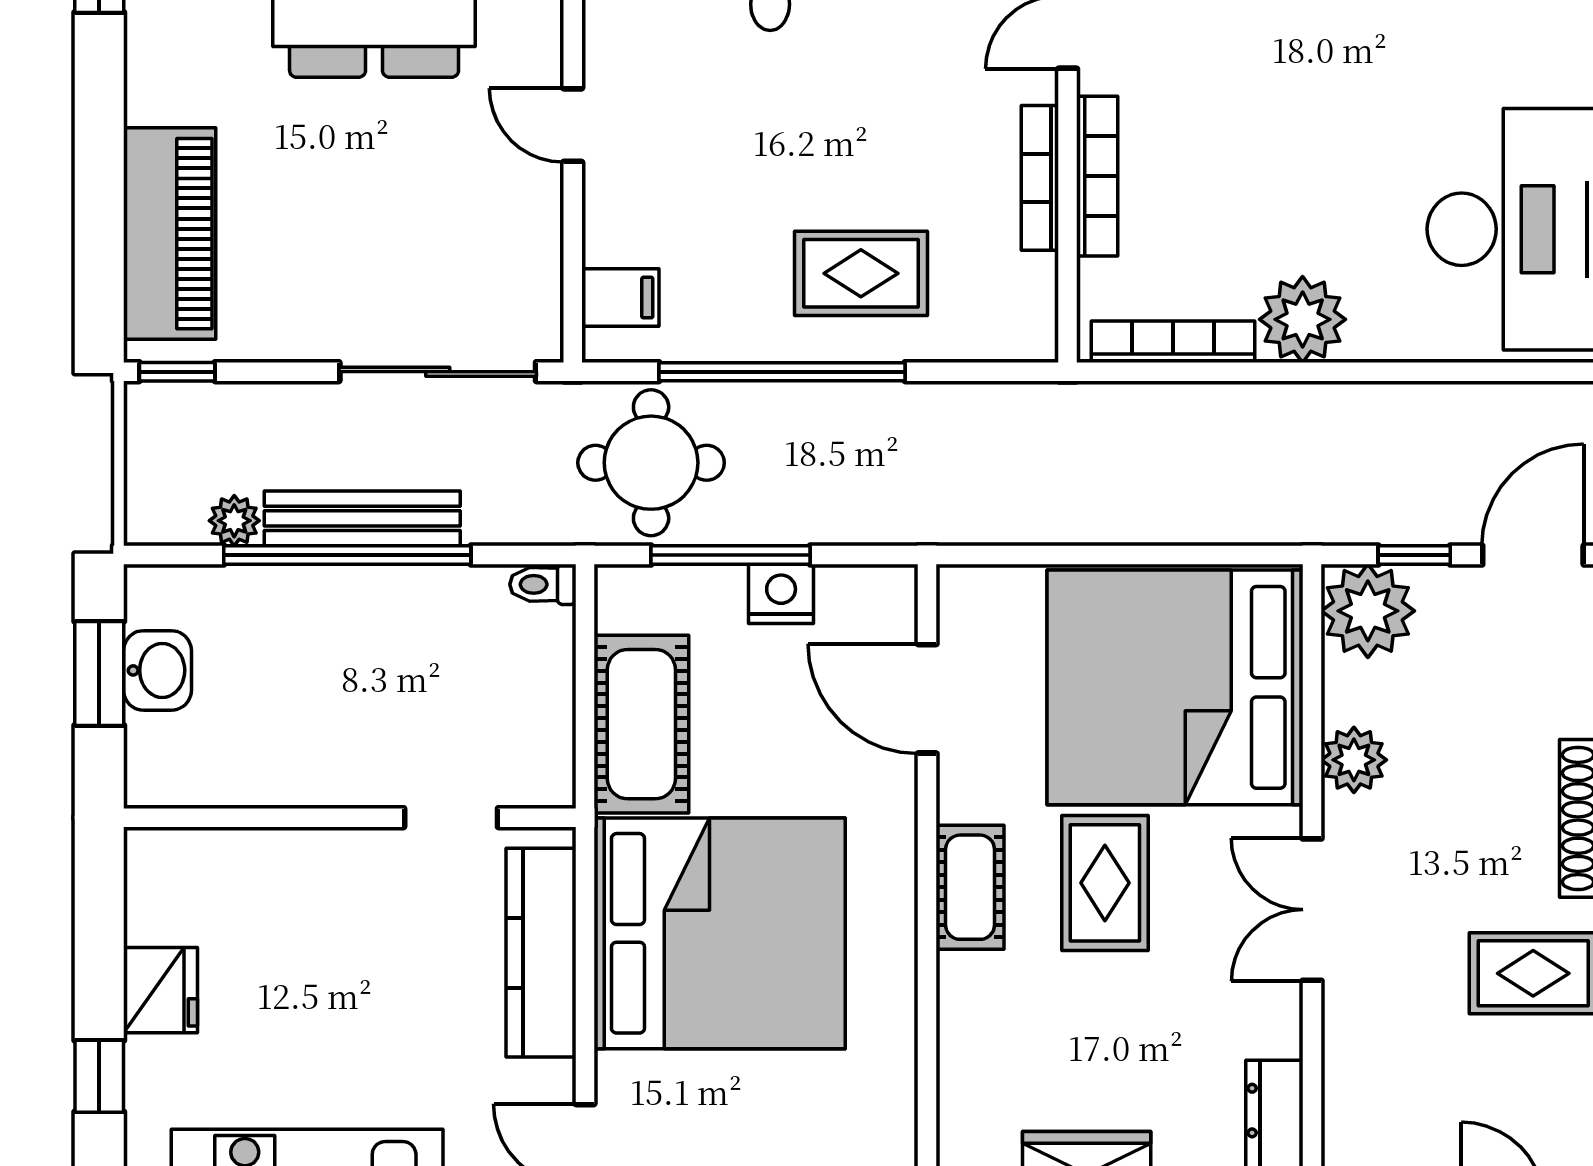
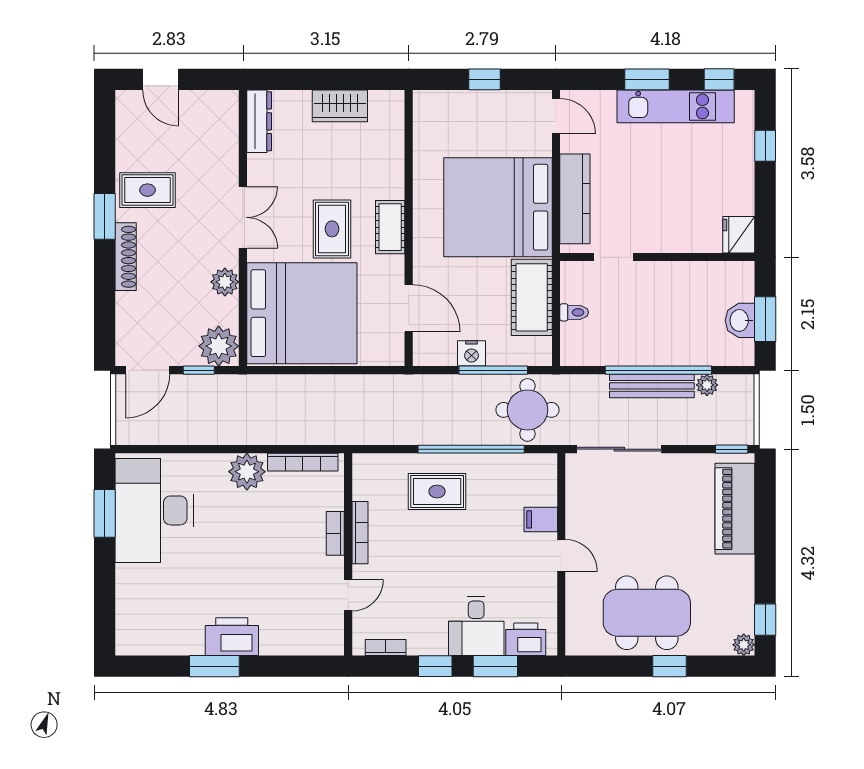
bookcase: (1097, 176) -> (335, 533), width x0.64
filing cabinet: (620, 298) -> (541, 519), moved
toilet: (543, 584) -> (574, 312), moved
fridge: (160, 990) -> (739, 235), moved

